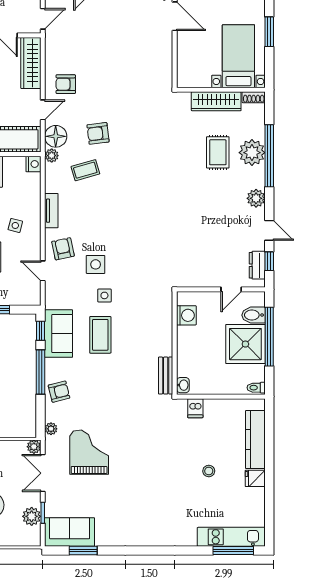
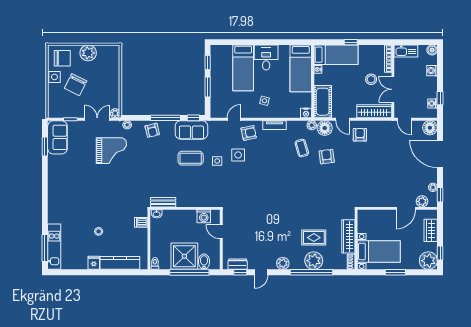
door: (231, 289) -> (221, 232), moved
plant: (32, 516) -> (68, 112), removed

